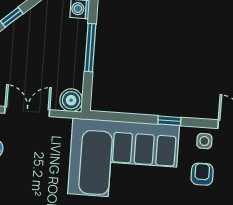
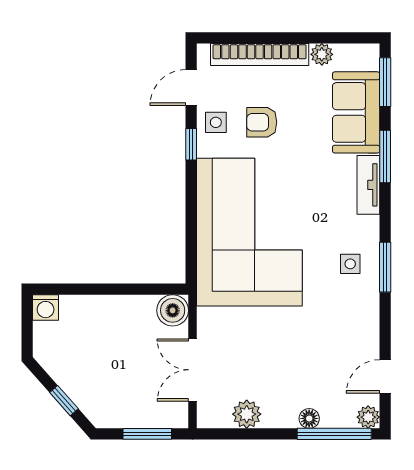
window: (90, 48) -> (98, 289), removed
window: (169, 121) -> (191, 144), moved

